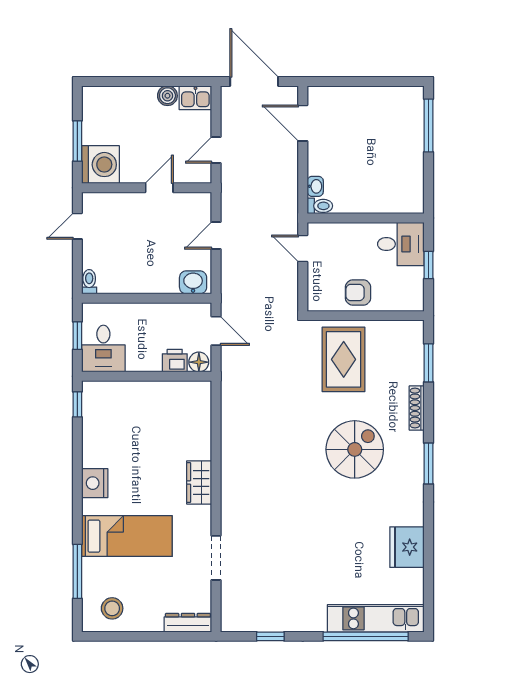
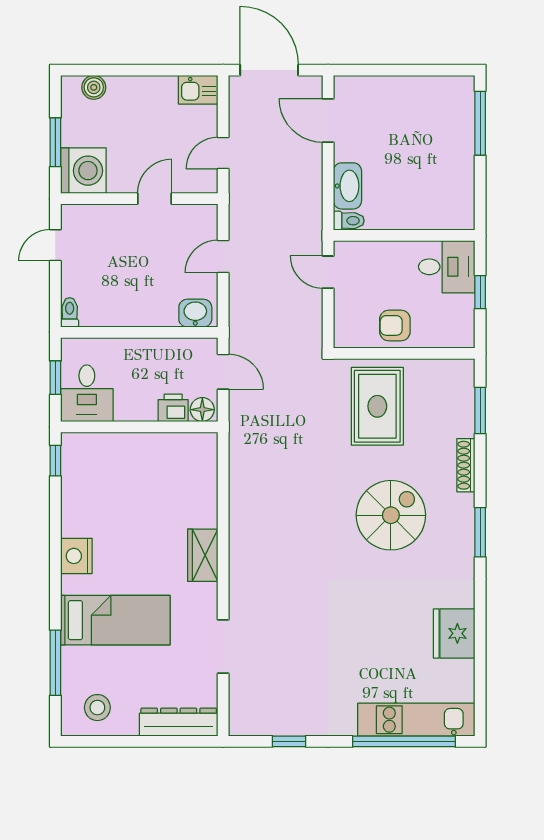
boiler: (167, 96) -> (94, 87), moved
washbasin: (315, 186) -> (347, 186), width x1.91, depth x1.45
dresser: (188, 623) -> (179, 722), width x1.37, depth x1.24

